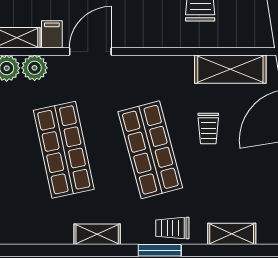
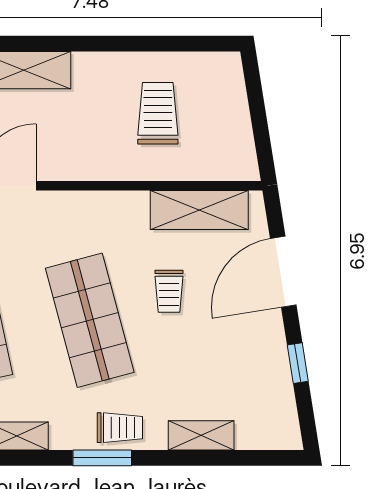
trolley: (172, 228) -> (120, 428), turned 180

